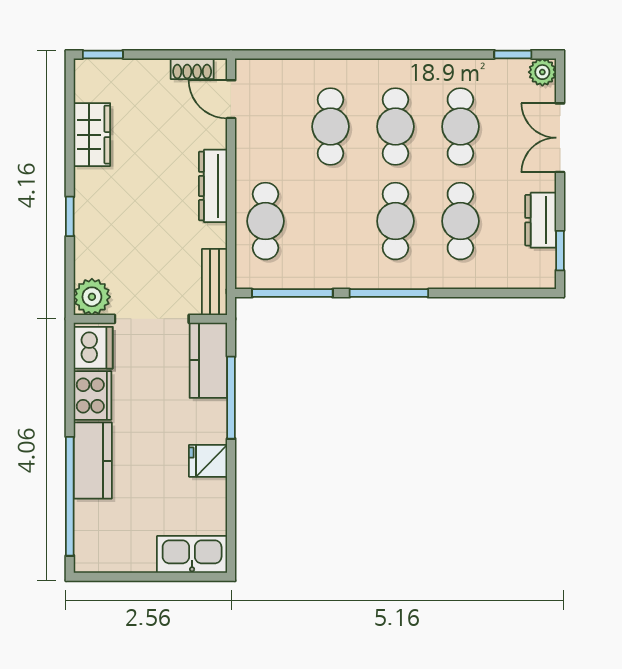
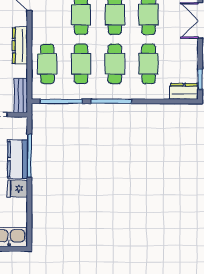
dresser: (541, 220) -> (184, 91), moved, turned 90
cafe table: (330, 221) -> (81, 64), added
kitchen counter: (208, 360) -> (18, 159), moved

